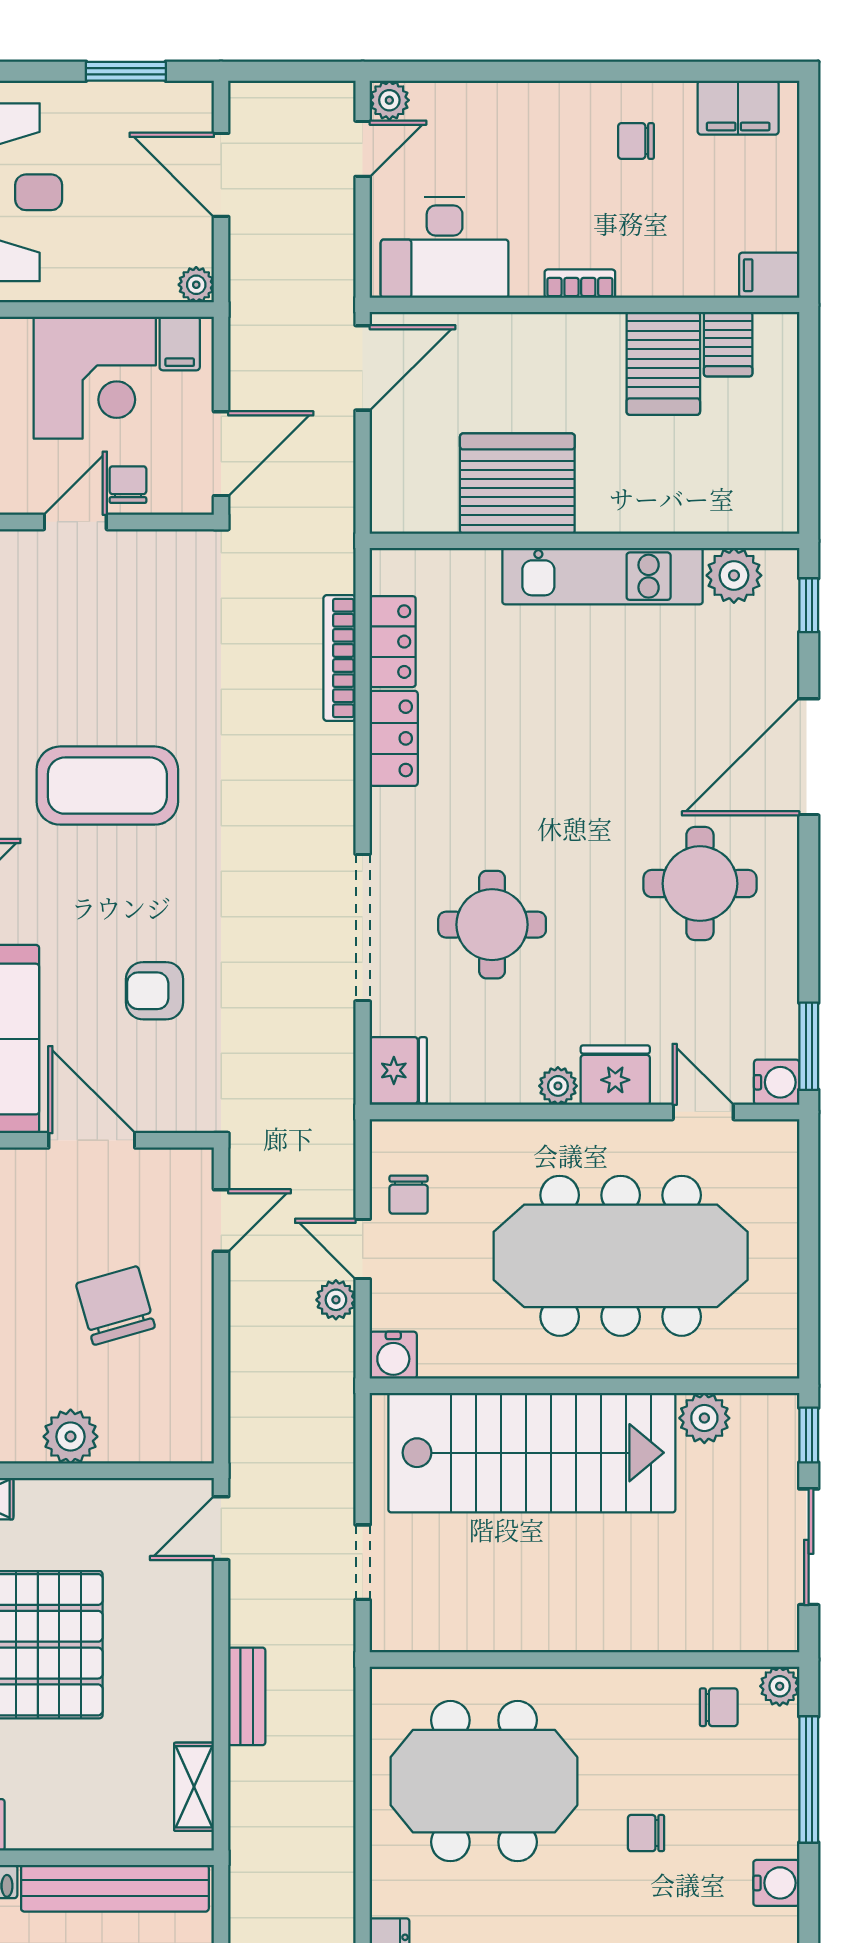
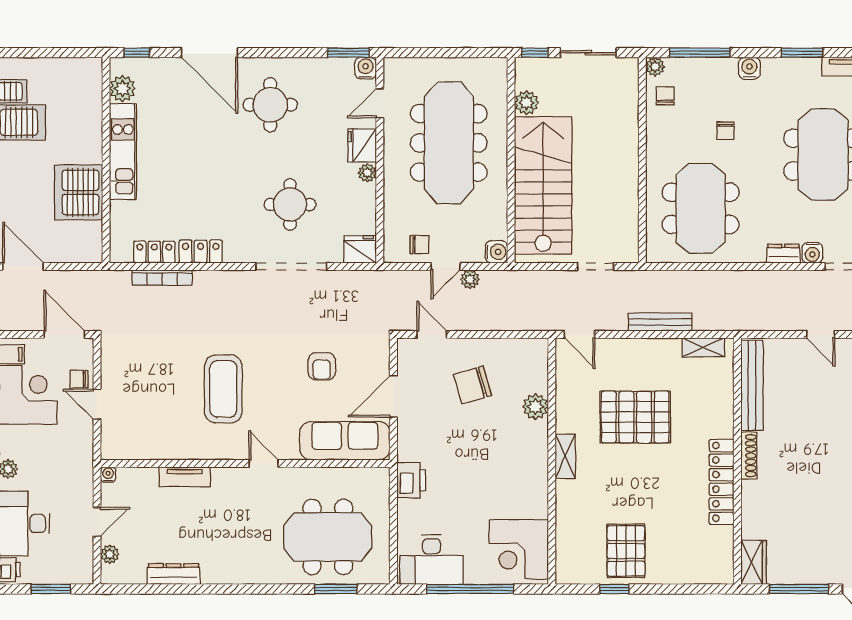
bench: (247, 1696) -> (660, 322), width x1.36

